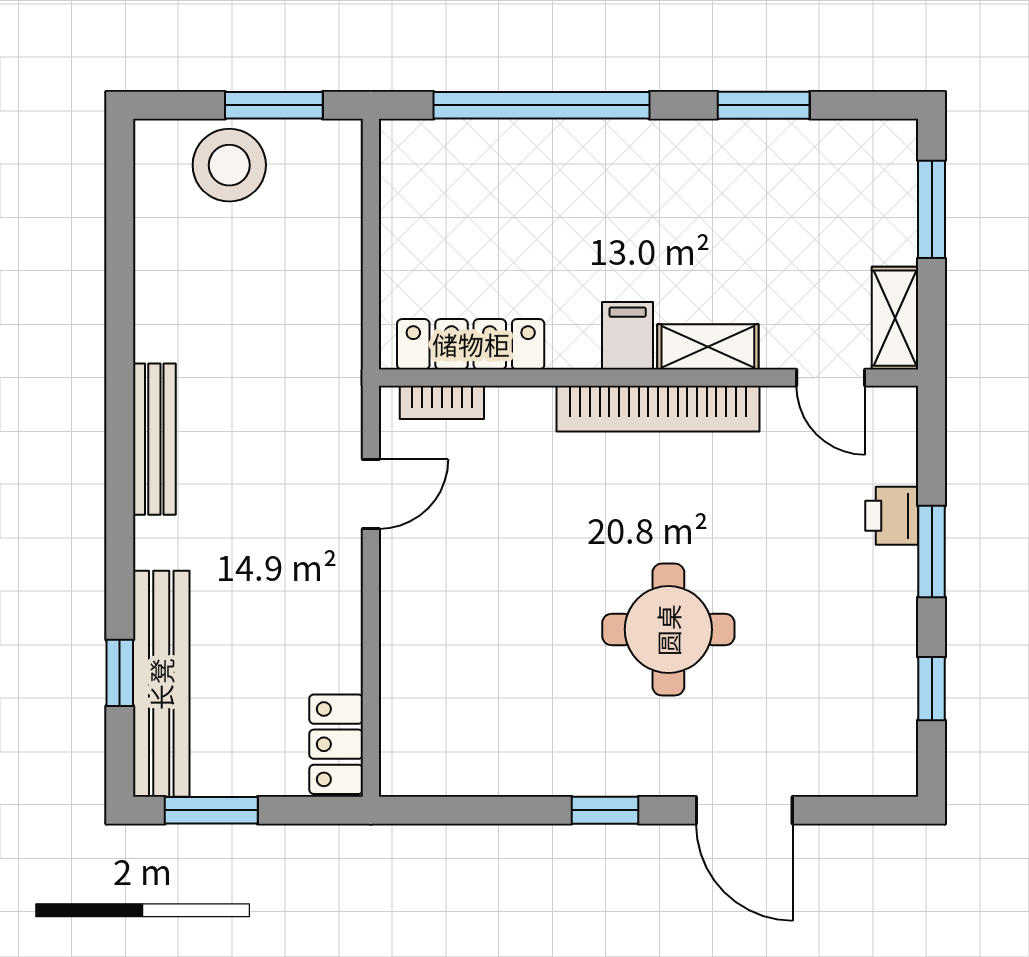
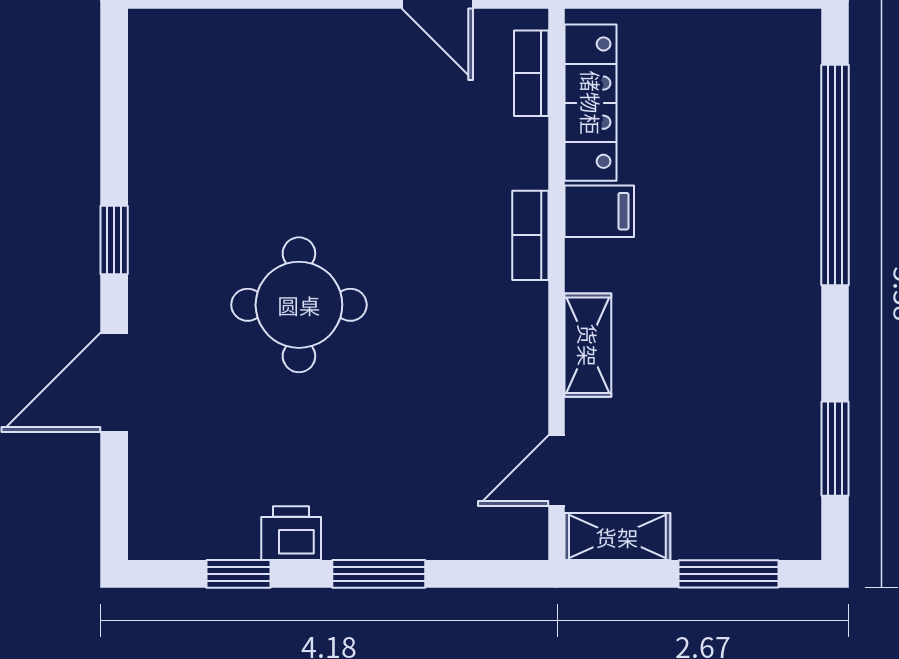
window: (764, 105) -> (835, 449), moved
filing cabinet: (628, 336) -> (599, 211), moved
bookcase: (658, 409) -> (530, 235), width x0.43, depth x0.76
printer: (892, 516) -> (291, 533), moved

